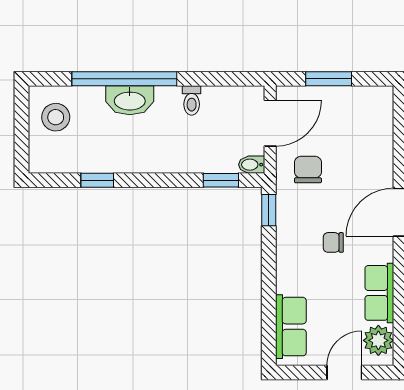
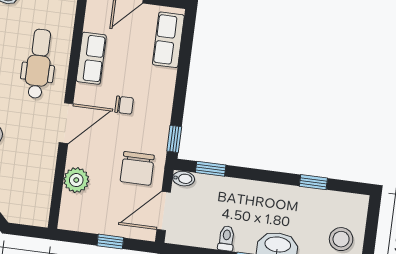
window: (329, 79) -> (110, 242), width x0.67
chair: (308, 170) -> (137, 168), width x1.37, depth x1.37
plant: (378, 340) -> (76, 180), moved

